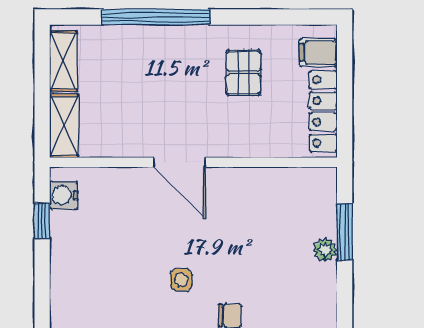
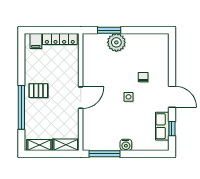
pallet: (244, 73) -> (38, 91), moved
water cooler: (64, 195) -> (126, 145), moved
window: (42, 221) -> (105, 154), width x2.17
plant: (325, 250) -> (116, 42), width x1.88, depth x1.88

